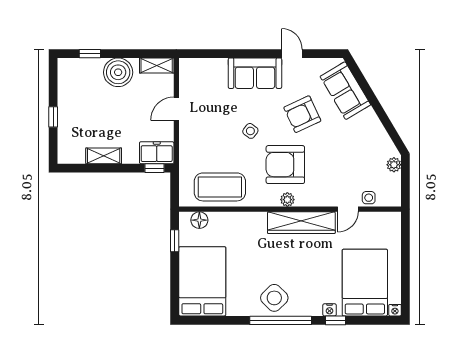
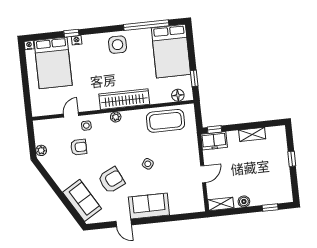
boiler: (118, 72) -> (244, 201), width x0.54, depth x0.54
armchair: (285, 165) -> (79, 147), moved, width x0.53, depth x0.53
side table: (369, 198) -> (86, 126), moved
wardrobe: (301, 223) -> (124, 99), moved
side table: (274, 298) -> (118, 45), turned 45
window: (281, 320) -> (146, 25), moved

